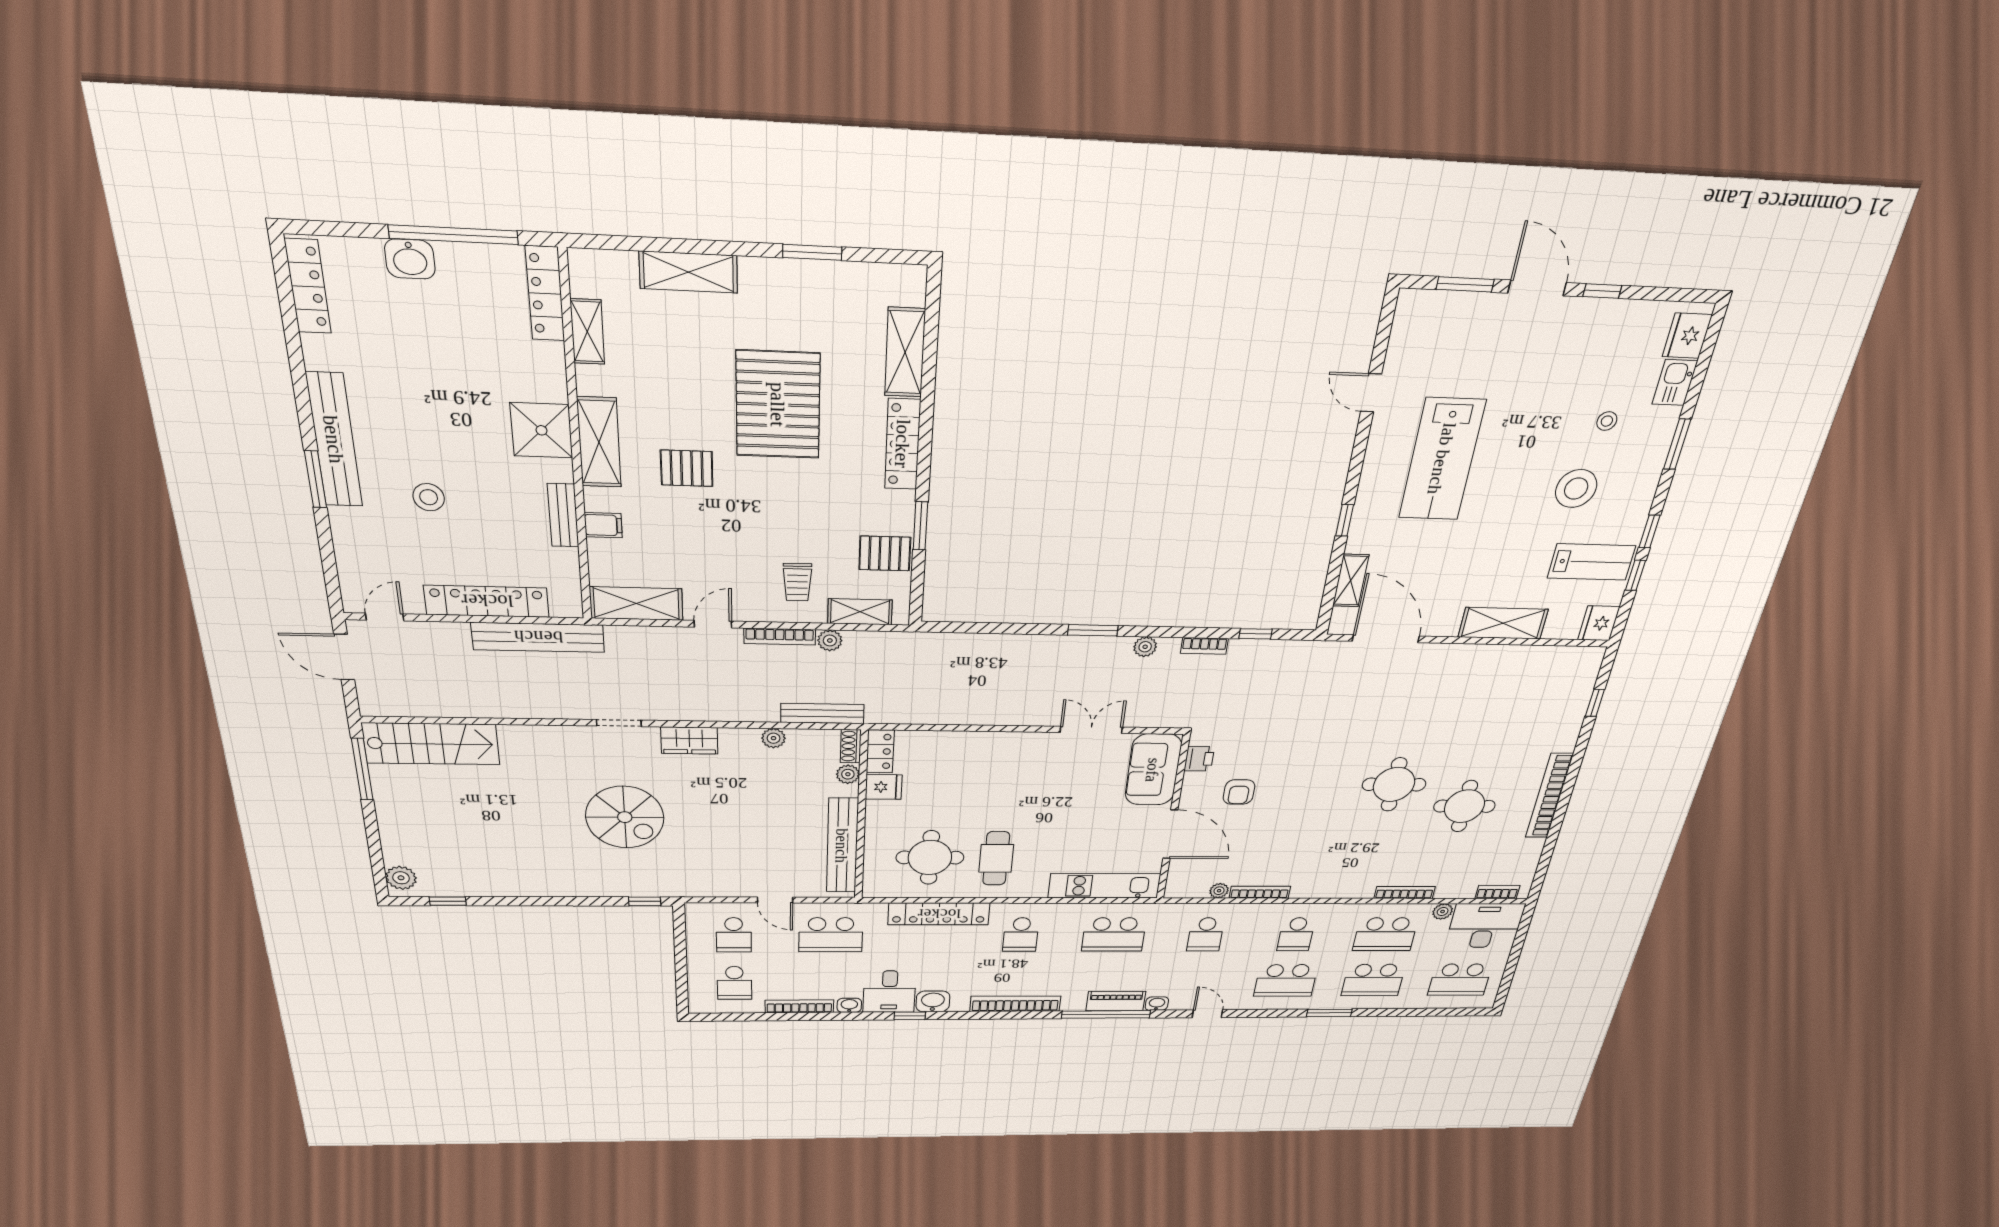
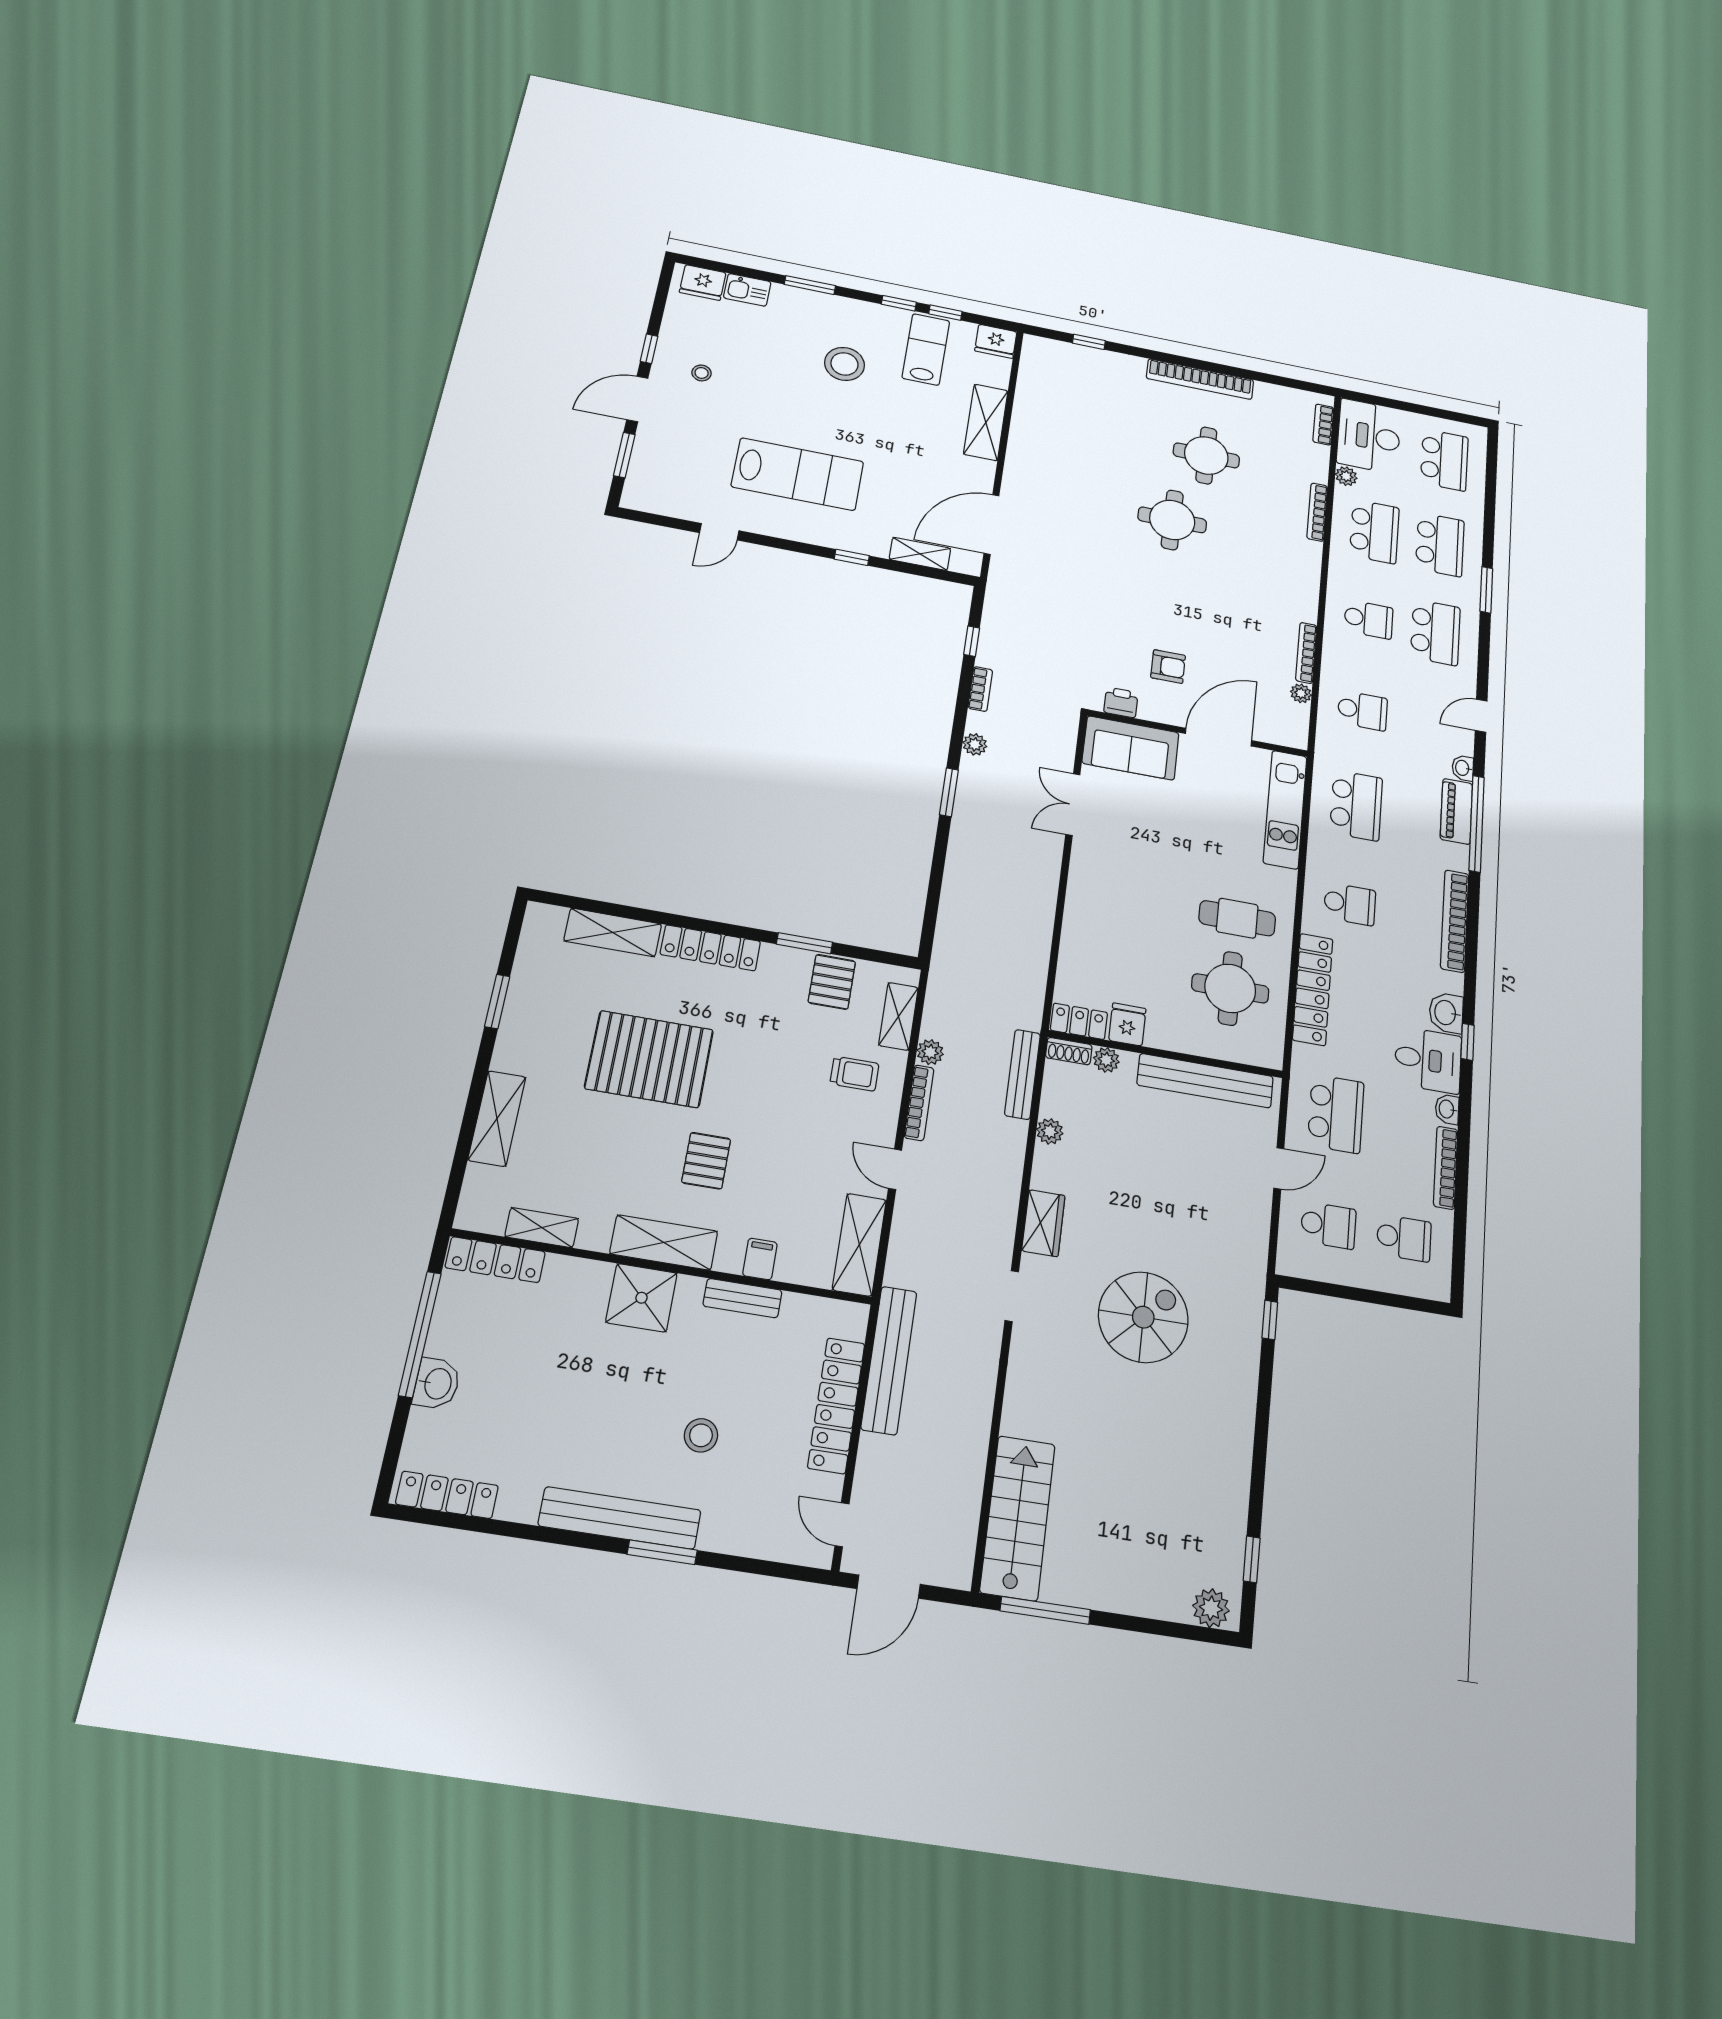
stool: (1607, 421) -> (702, 373), moved

